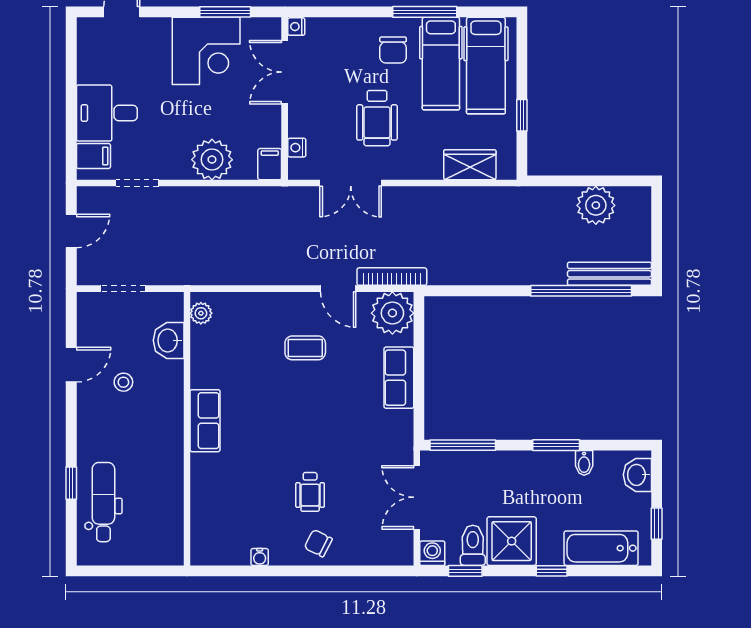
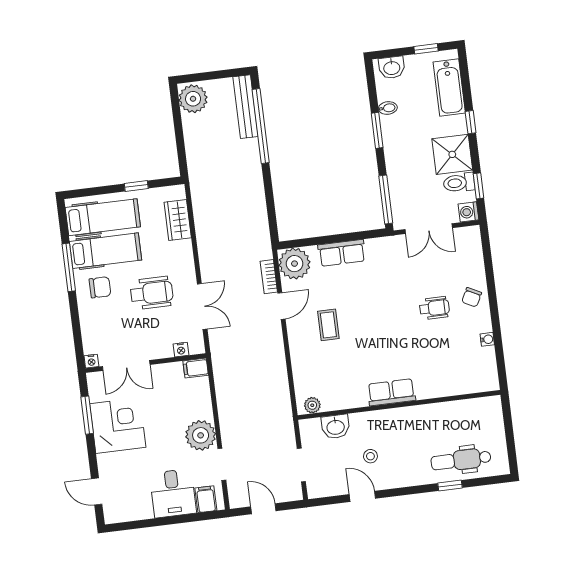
plant: (212, 160) -> (201, 435), moved
plant: (596, 205) -> (193, 99), moved
bookcase: (392, 277) -> (269, 277), width x0.64

